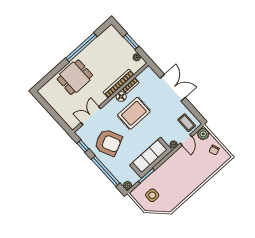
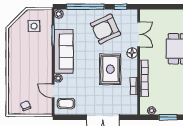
floor lamp: (121, 96) -> (132, 53), moved
plant: (203, 134) -> (46, 108), removed

